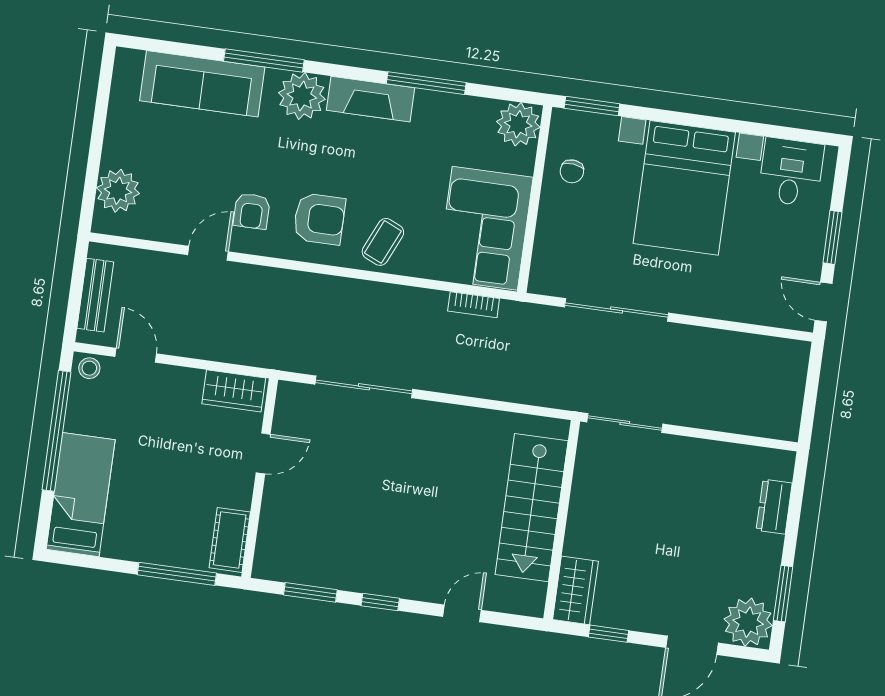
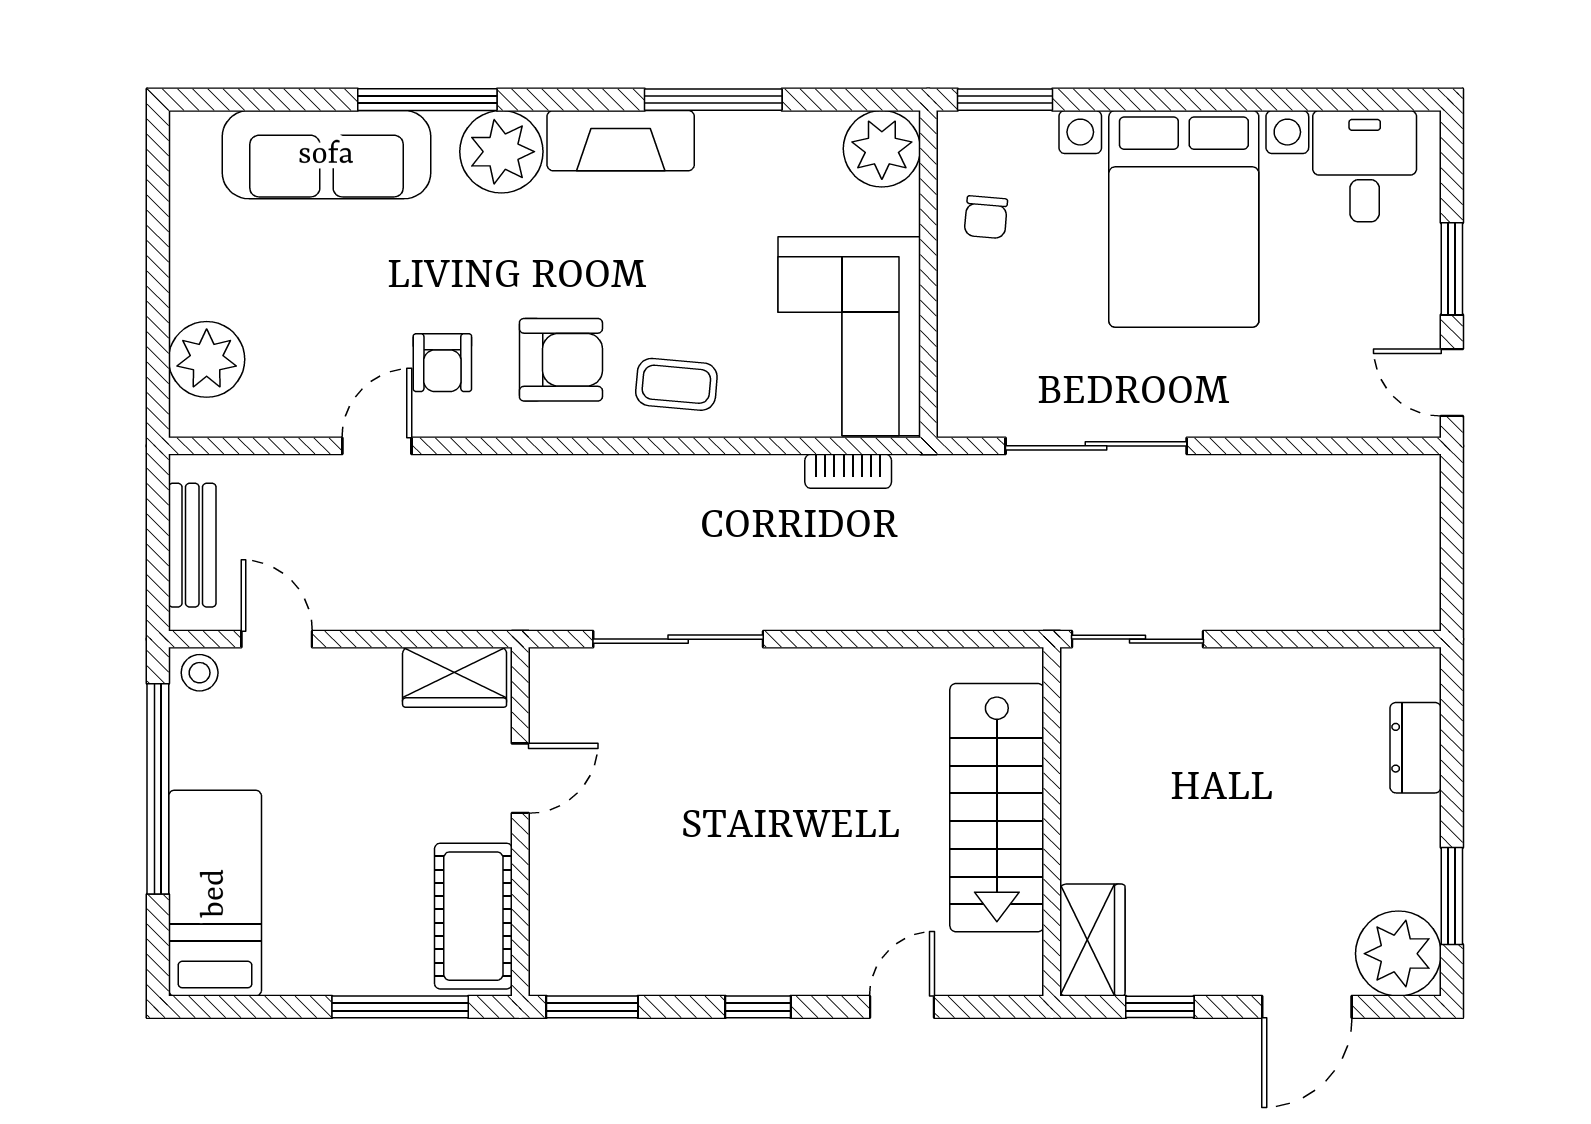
coffee table: (383, 242) -> (676, 384), turned 71
cot: (230, 540) -> (473, 916), width x1.37, depth x1.34
window: (310, 592) -> (592, 1007), moved

